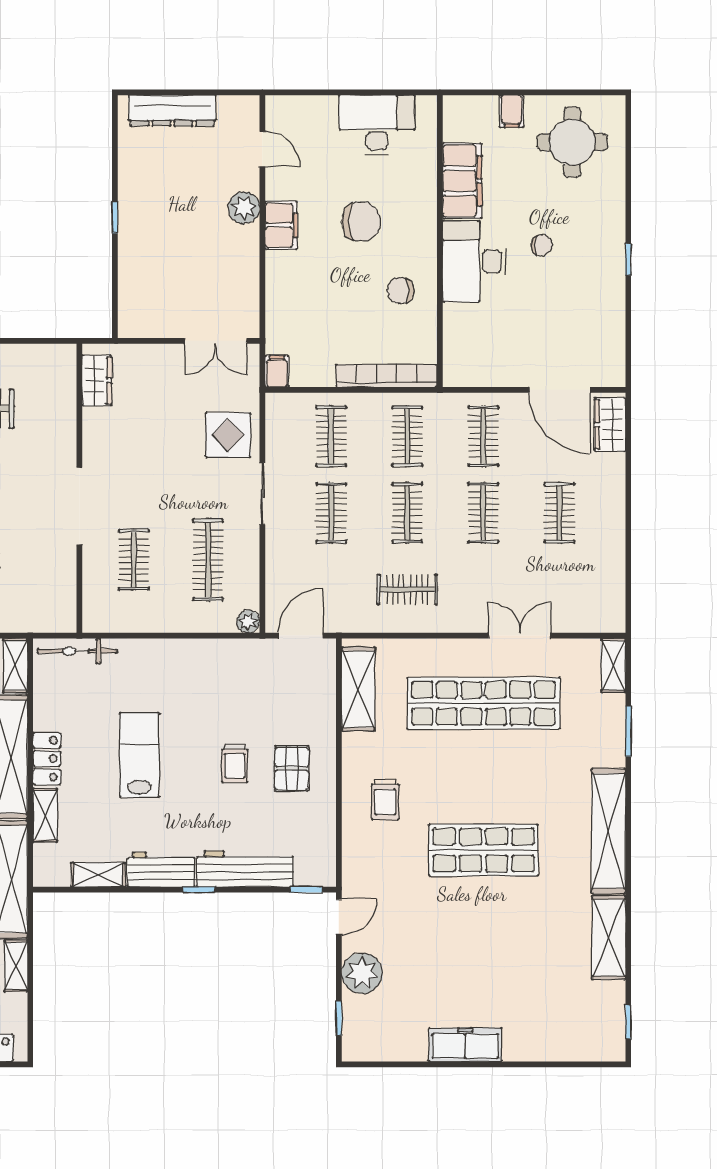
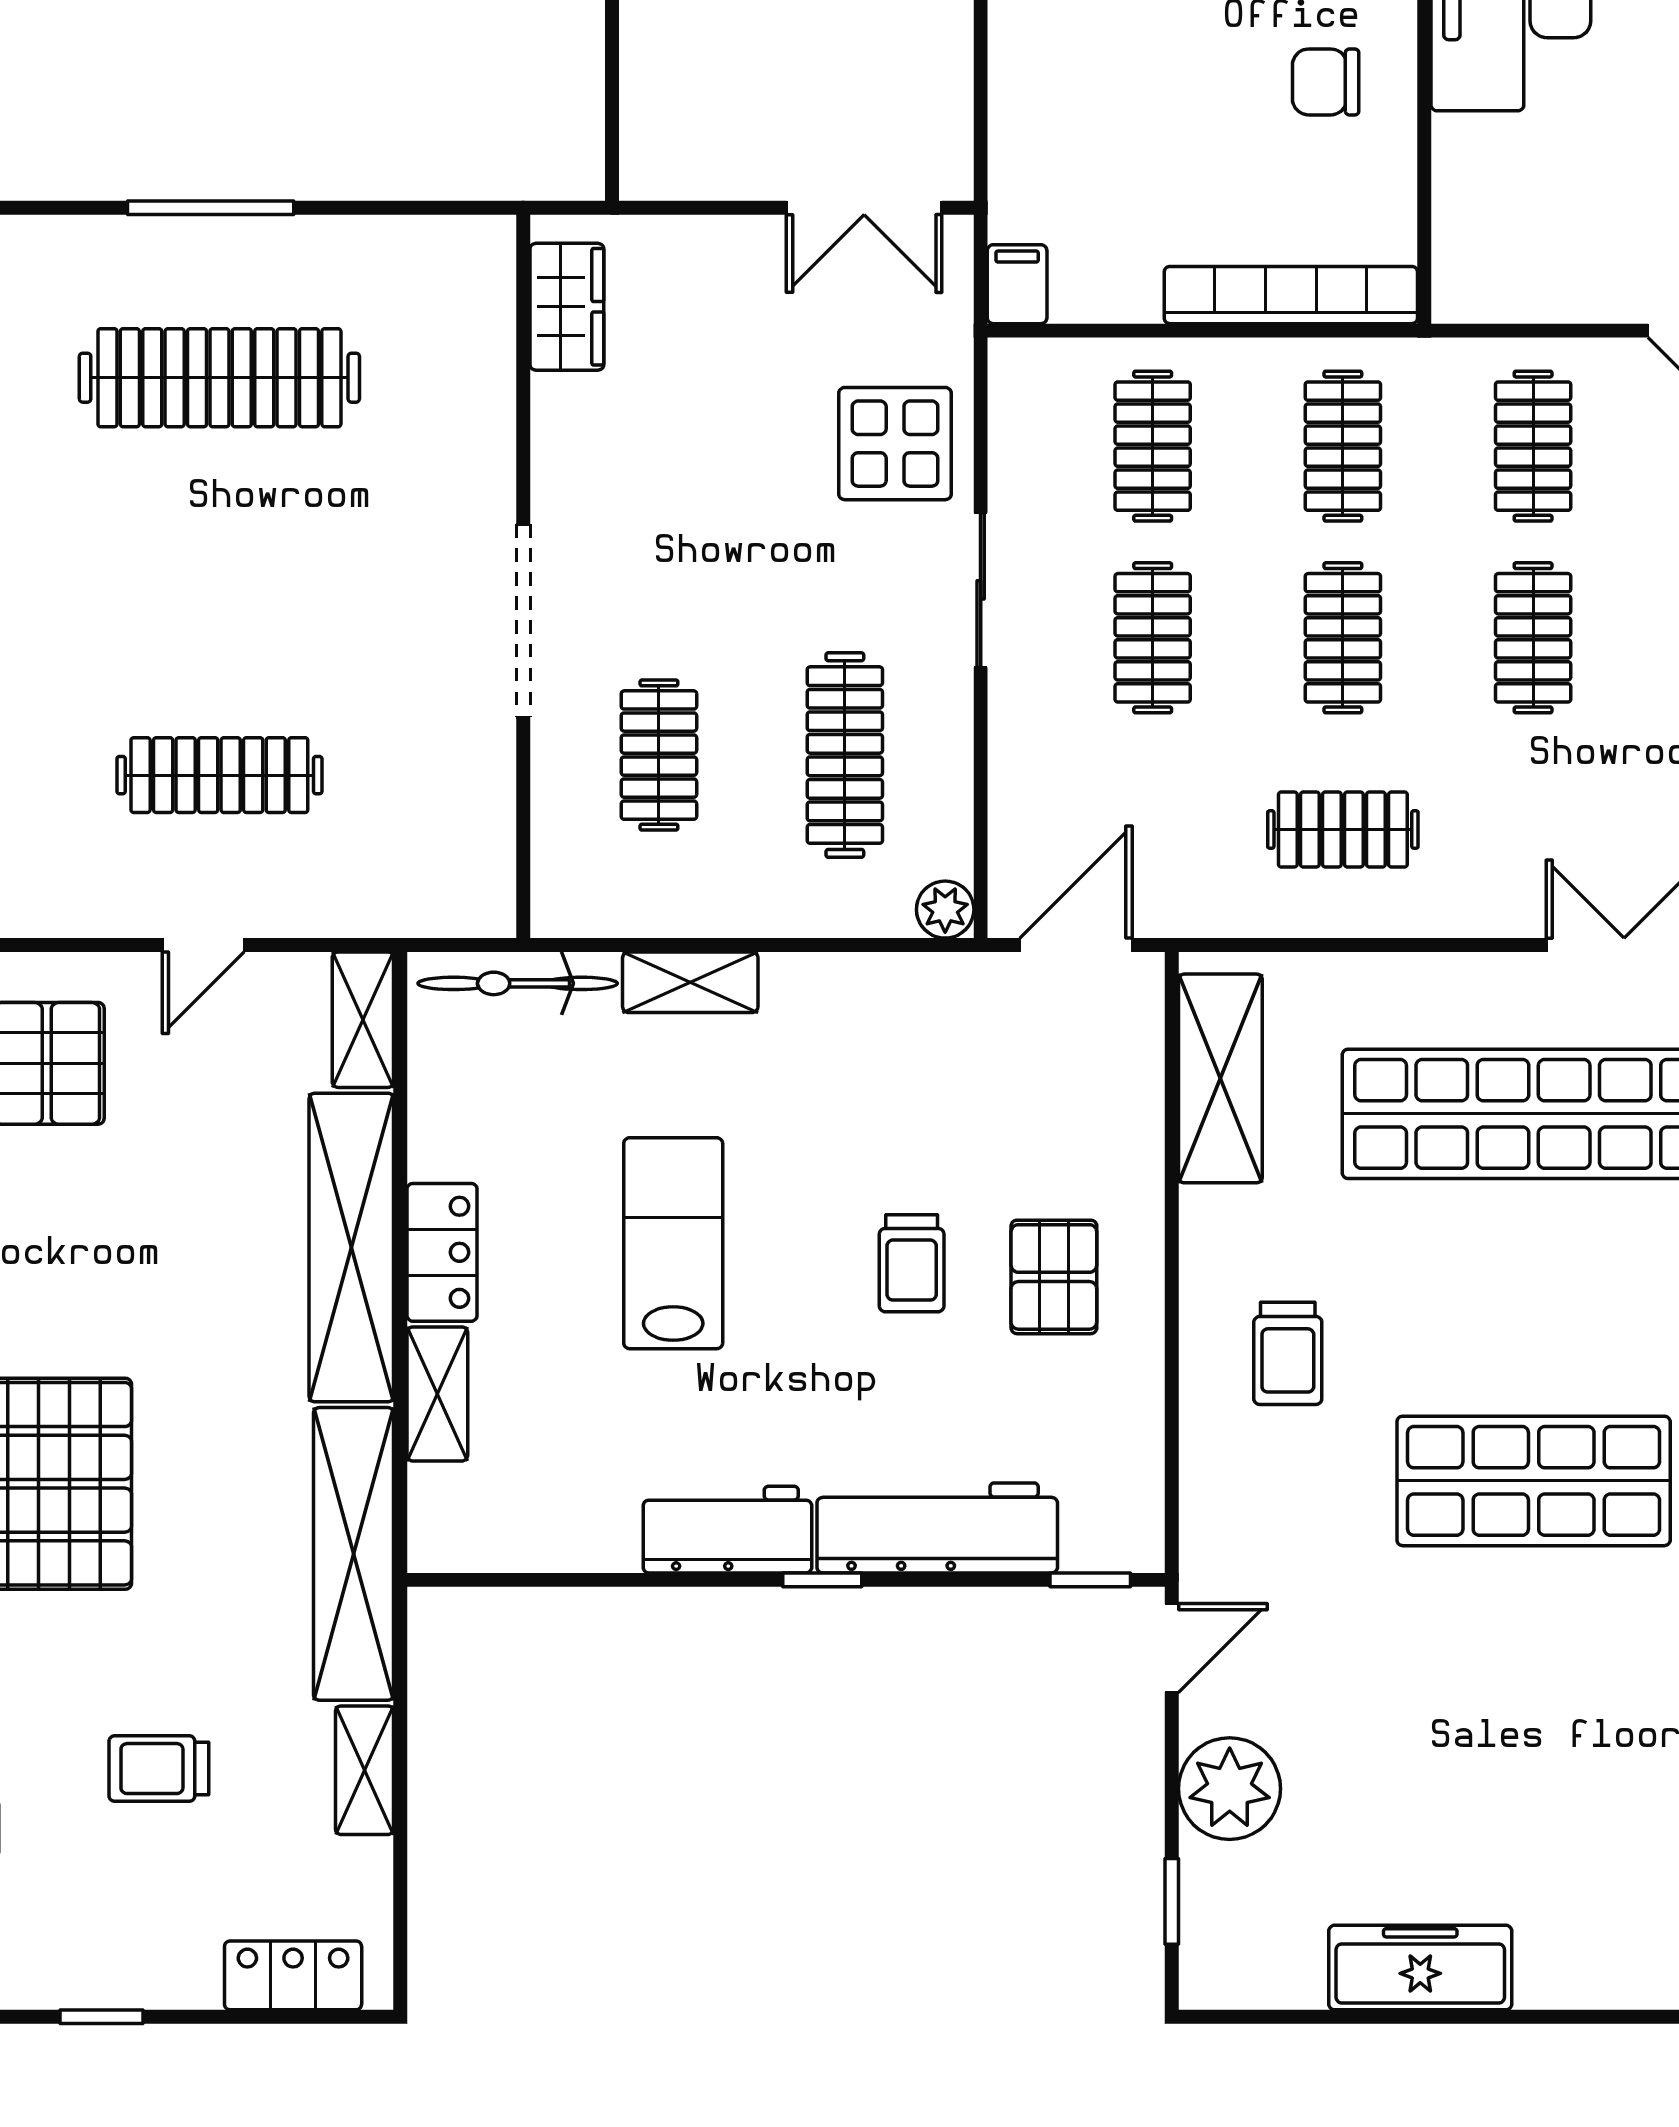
shelving: (98, 875) -> (690, 982), moved
freezer: (465, 1045) -> (1420, 1968), moved

